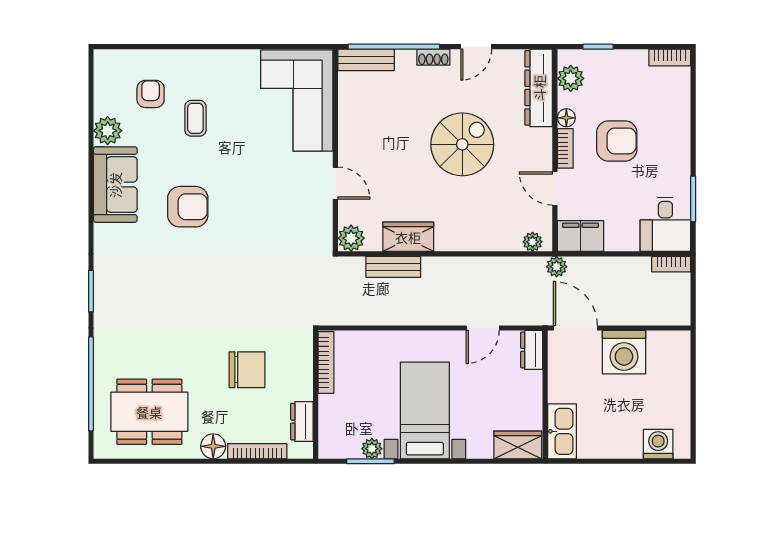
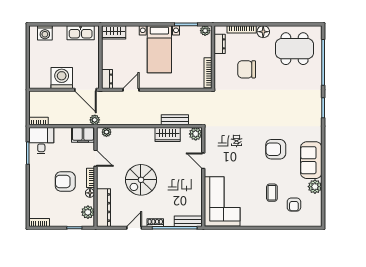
kitchen sink: (562, 431) -> (81, 33), moved, turned -90
plant: (372, 449) -> (205, 31), moved

